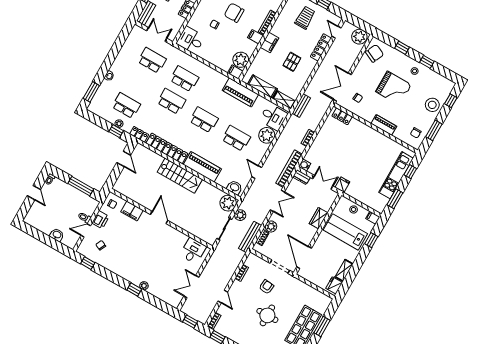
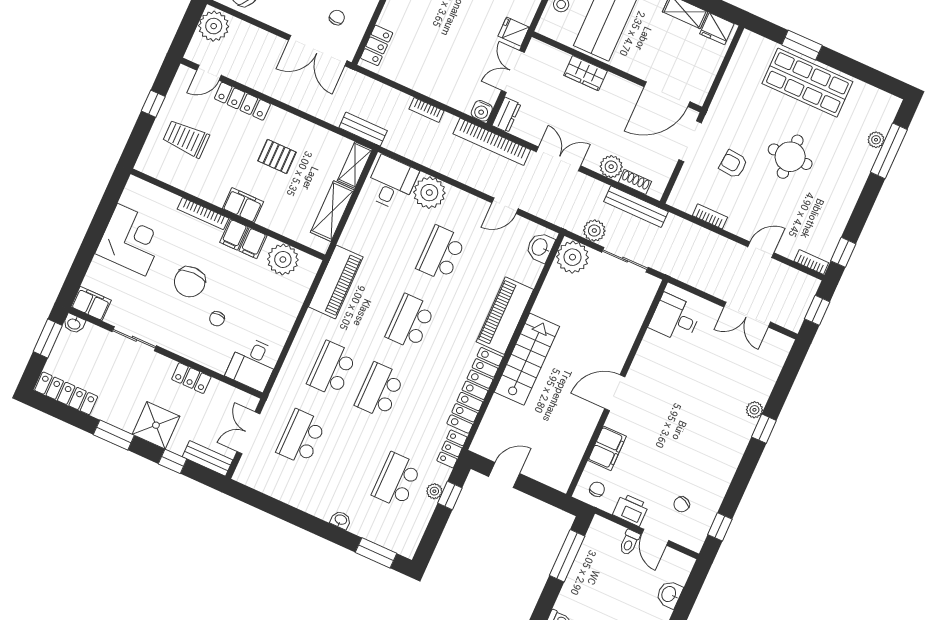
filing cabinet: (235, 72) -> (253, 243), moved
piano: (240, 92) -> (336, 282), moved

